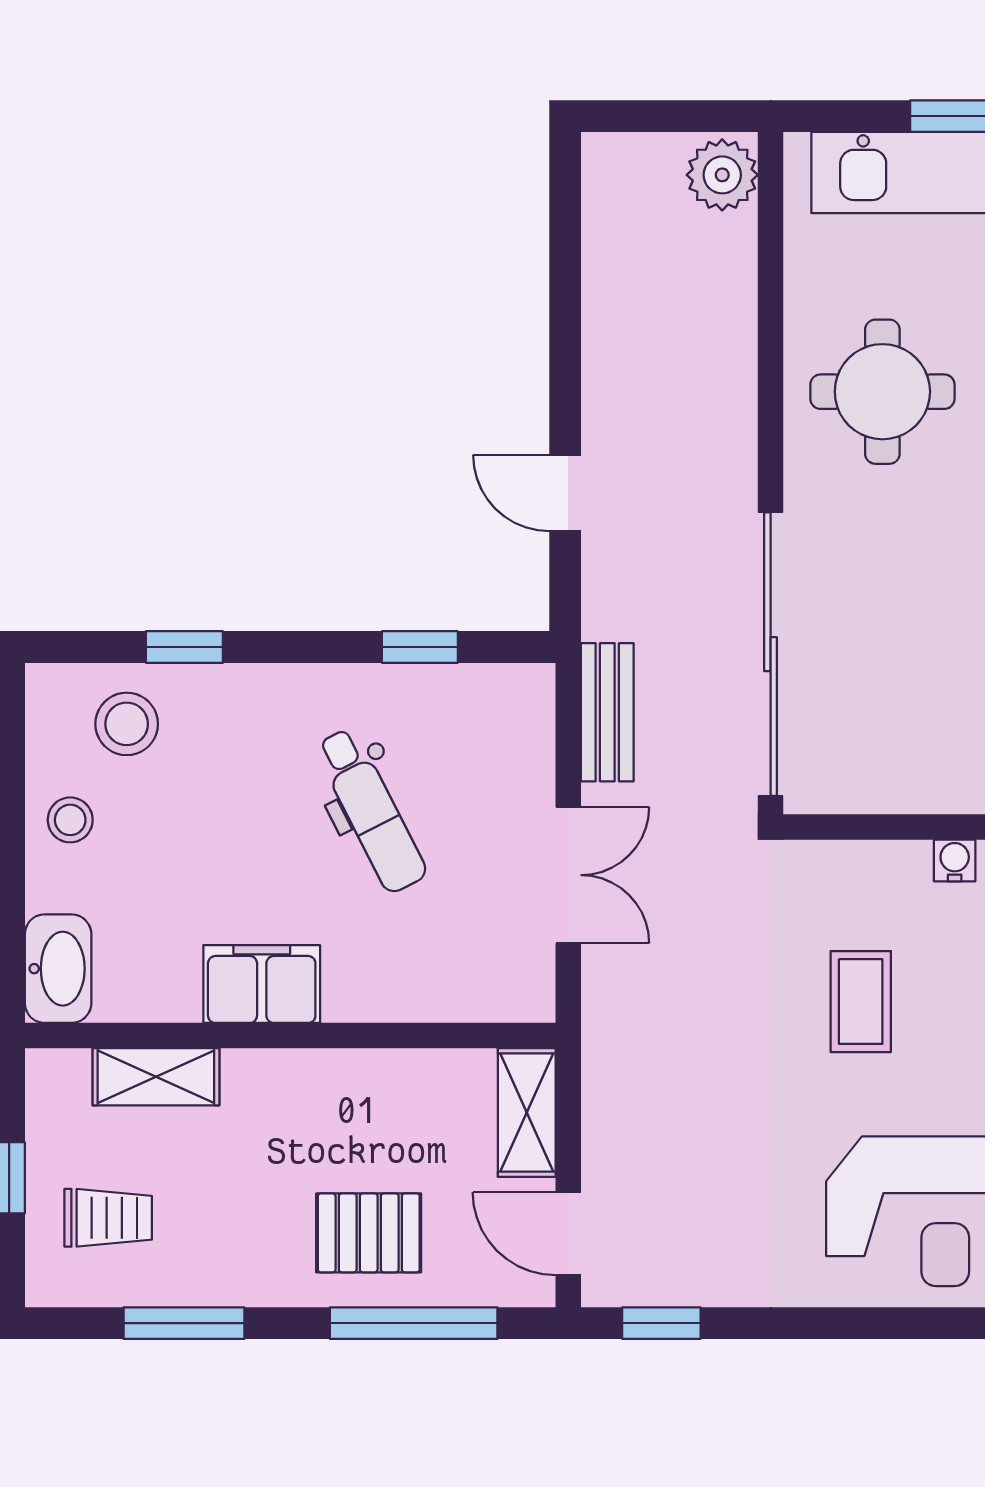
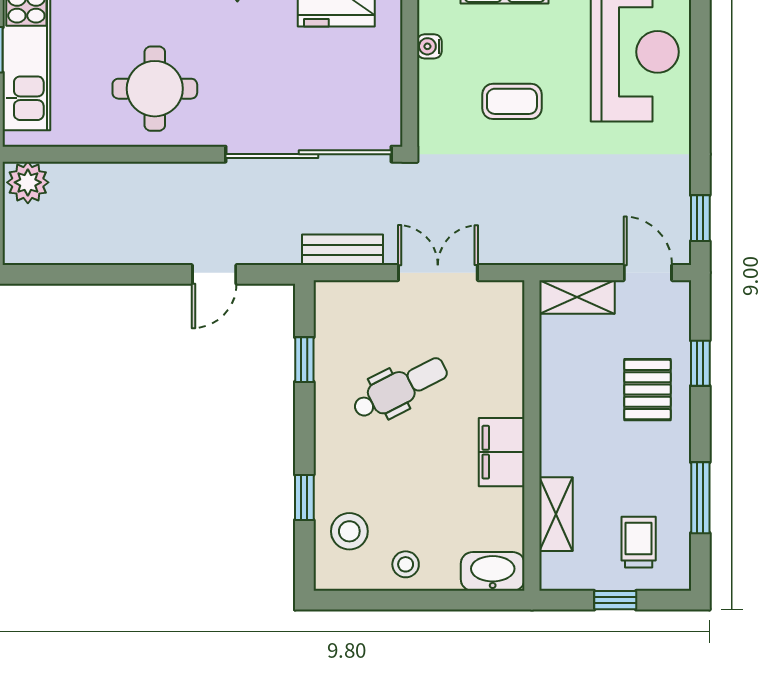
door: (568, 1234) -> (648, 273), swing flipped
window: (414, 1323) -> (700, 363), width x0.46

